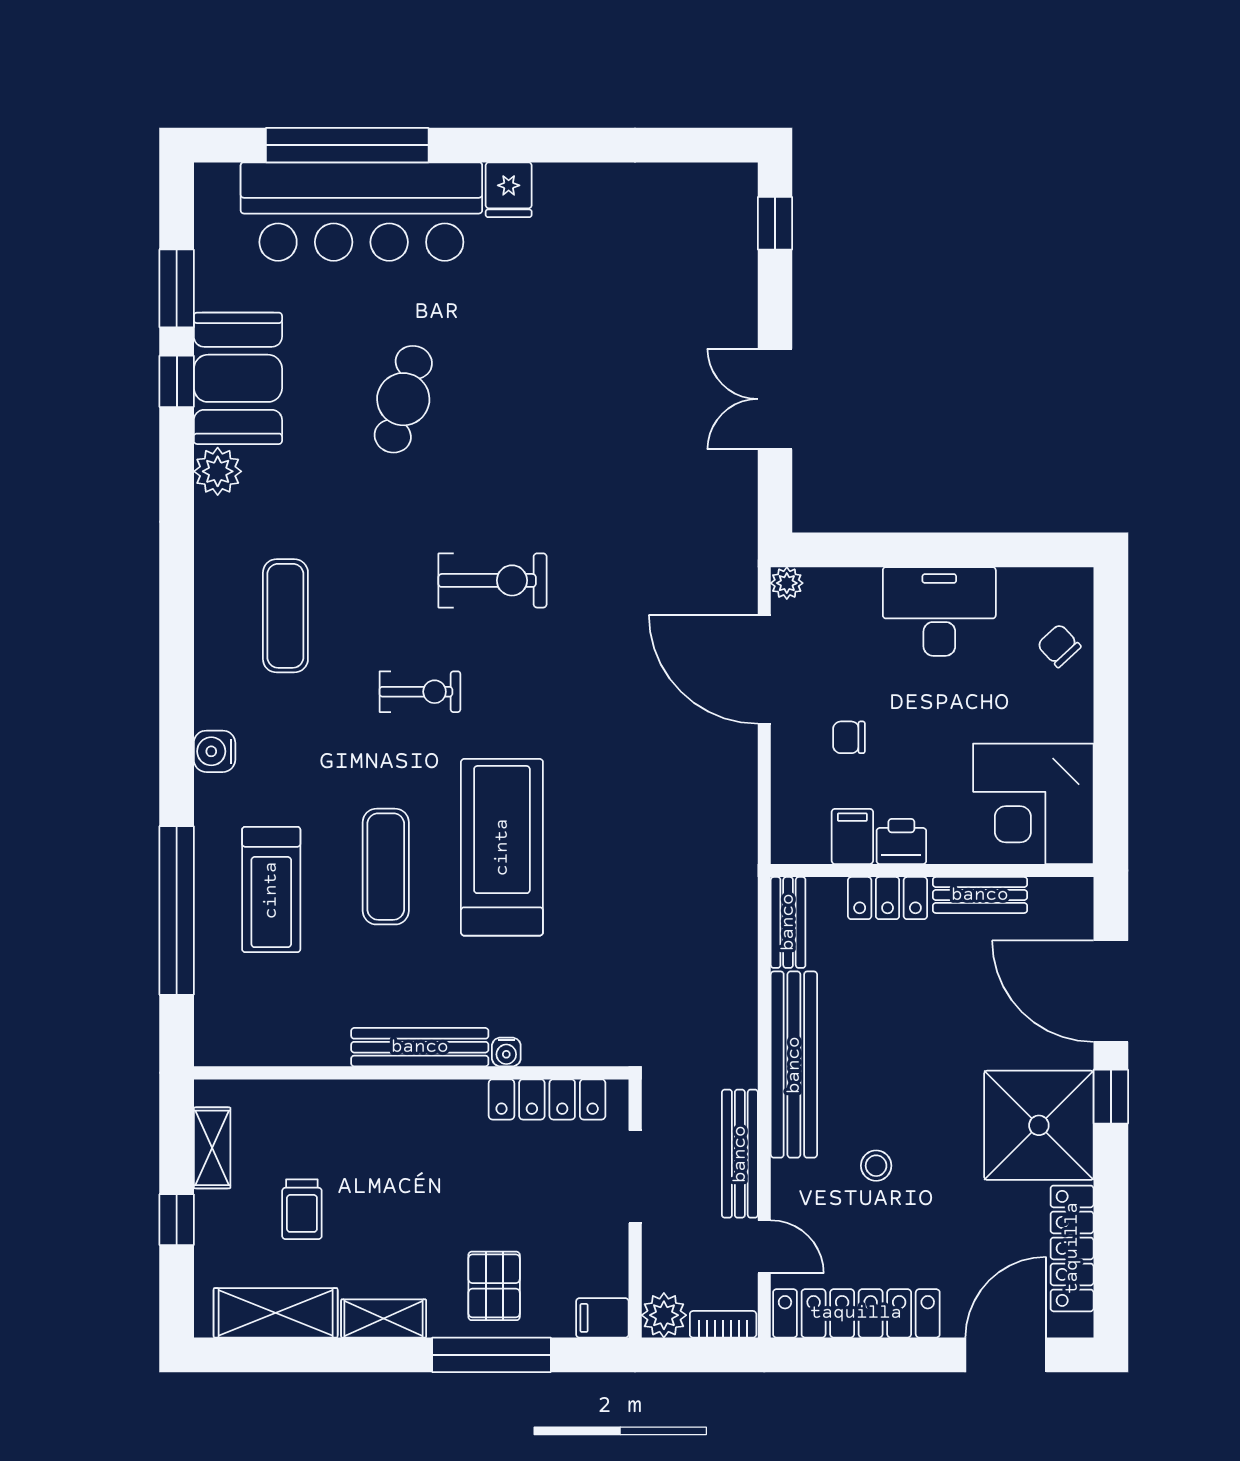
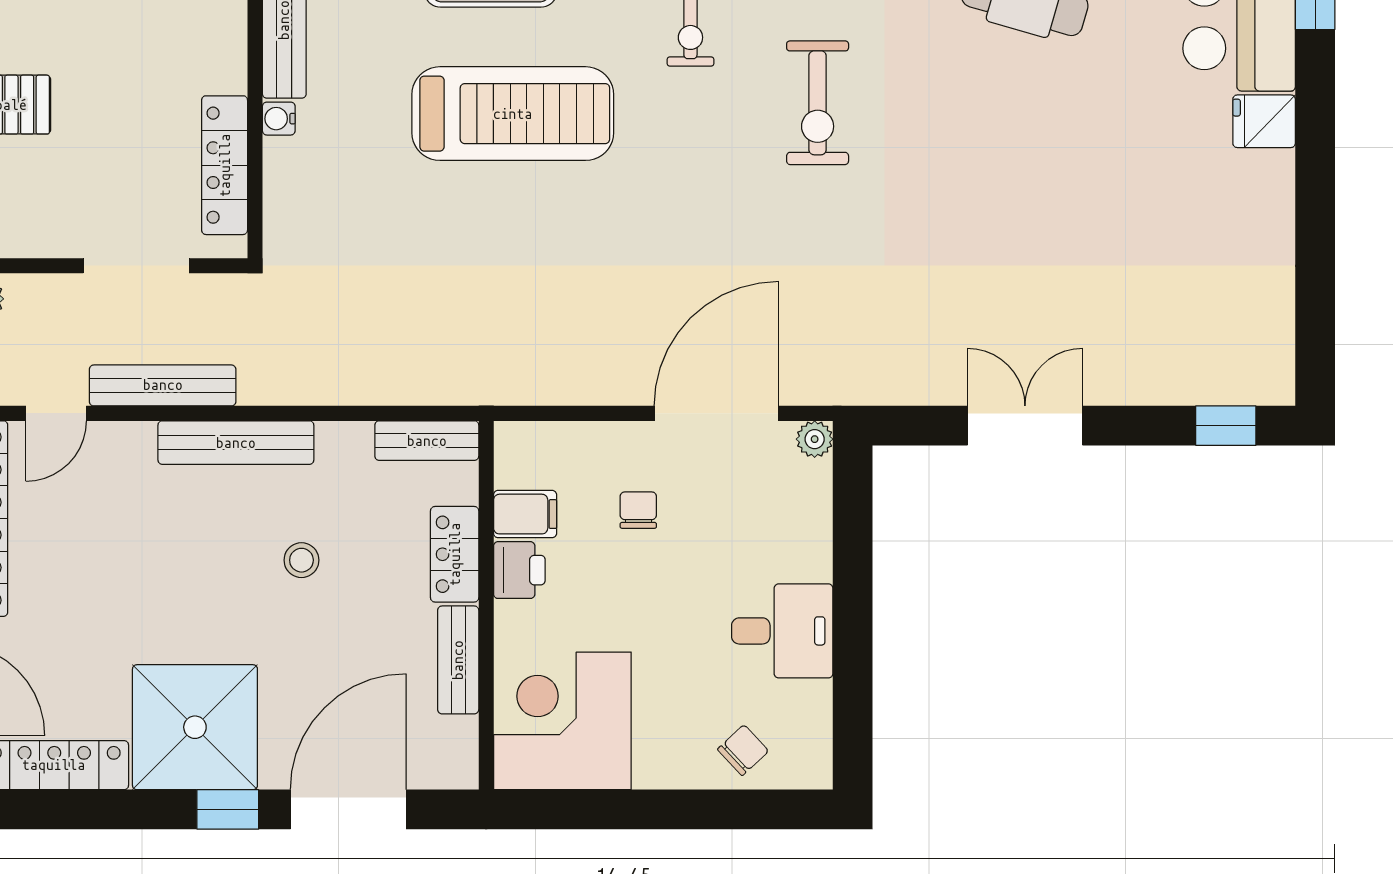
desk: (939, 611) -> (782, 631), width x0.73
bench: (794, 1065) -> (236, 443), width x0.73, depth x0.82
stool: (876, 1166) -> (301, 560), moved

